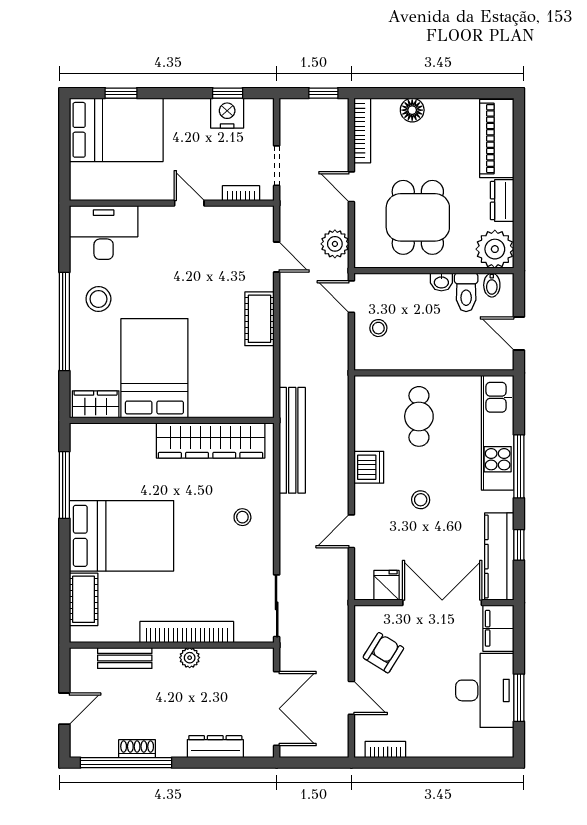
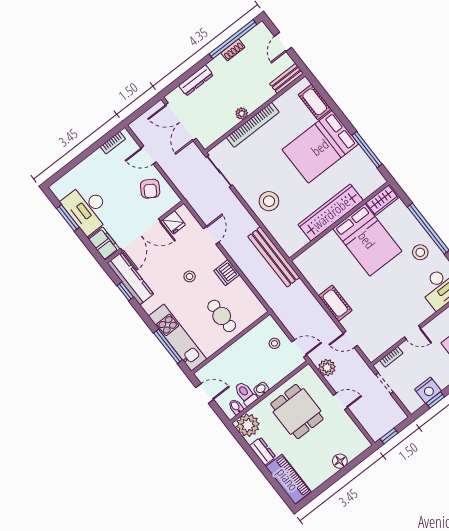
bookcase: (362, 131) -> (356, 433), removed
wardrobe: (211, 440) -> (331, 213), moved
window: (519, 466) -> (168, 346), moved
stool: (242, 517) -> (269, 201), width x1.89, depth x1.89
bench: (125, 658) -> (286, 78), moved

